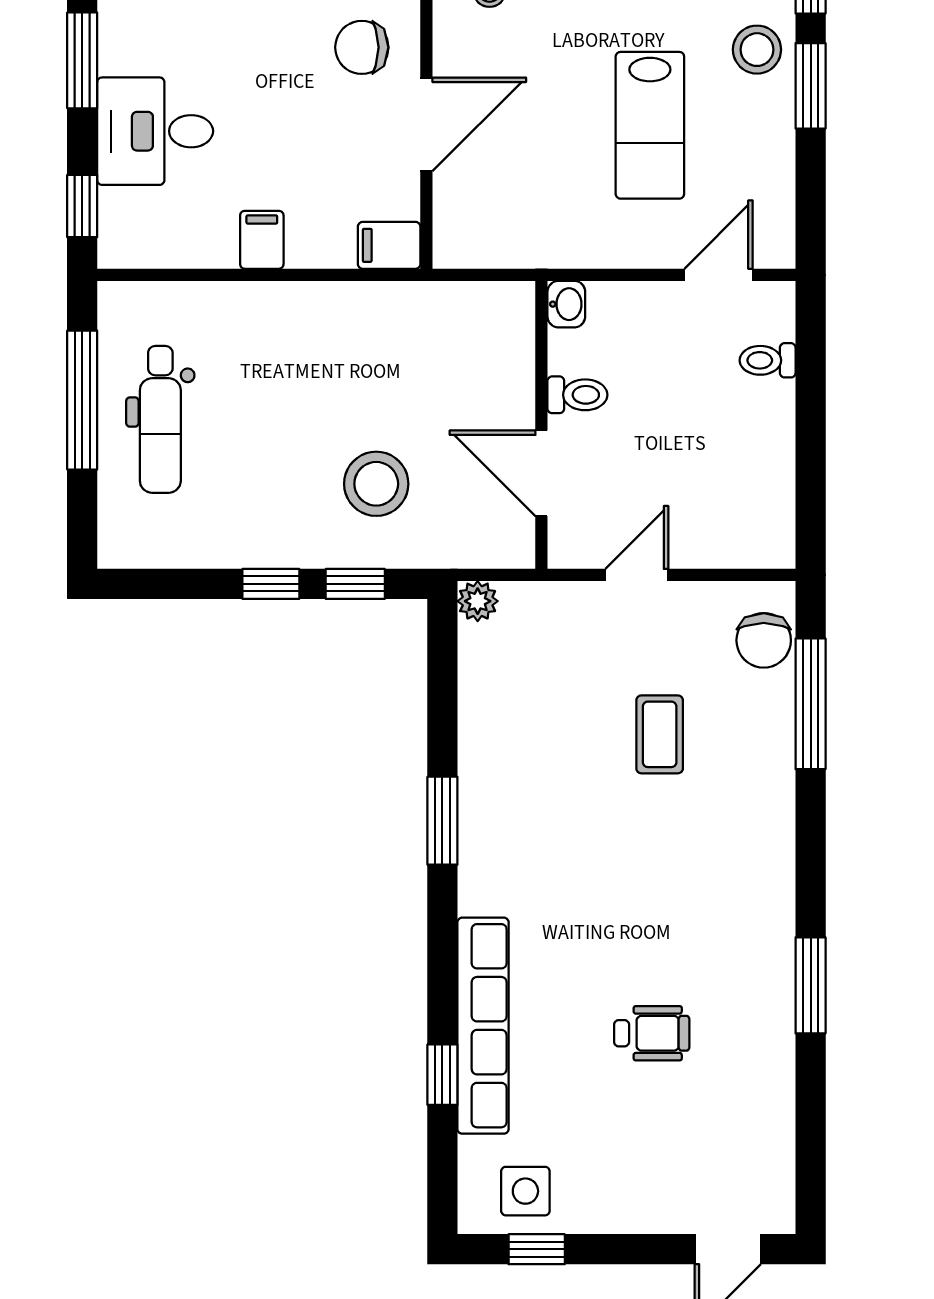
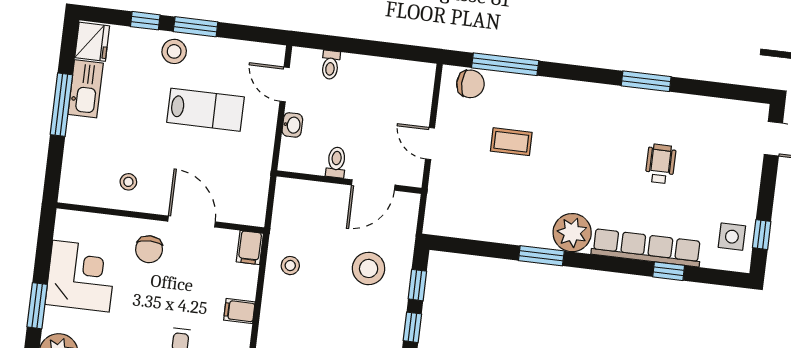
washbasin: (566, 304) -> (292, 125), moved, turned 90
stool: (363, 329) -> (290, 266), added
plant: (478, 601) -> (572, 233), moved, width x1.87, depth x1.87

